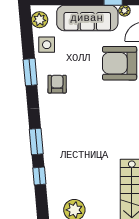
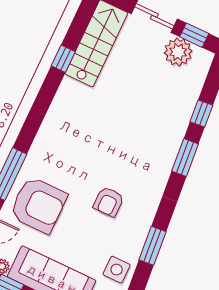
armchair: (57, 84) -> (109, 202), moved

